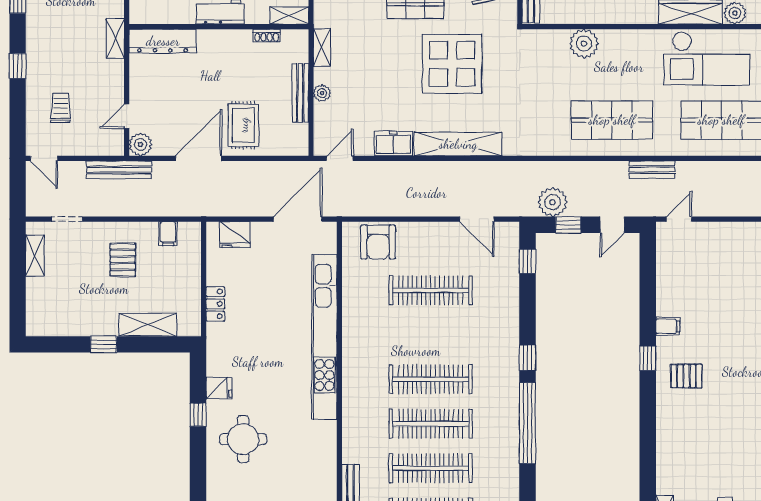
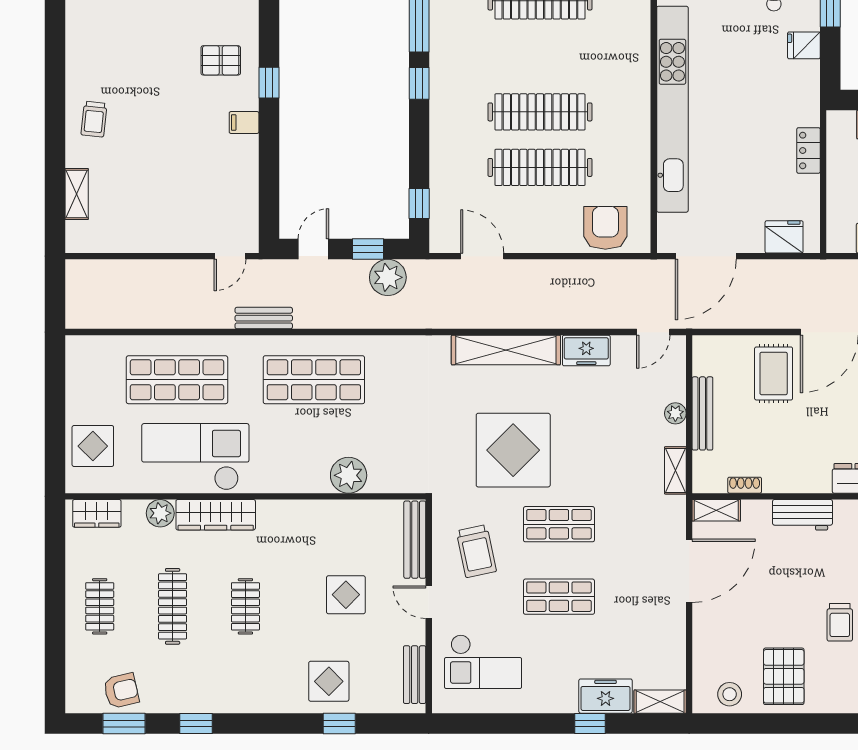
clothes rail: (431, 379) -> (540, 112), moved

